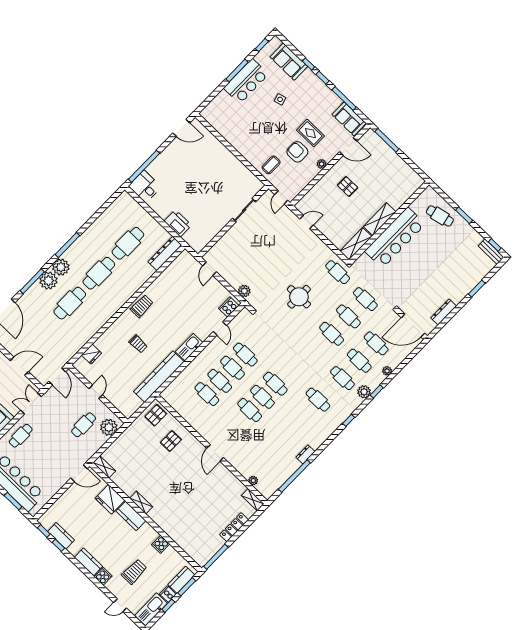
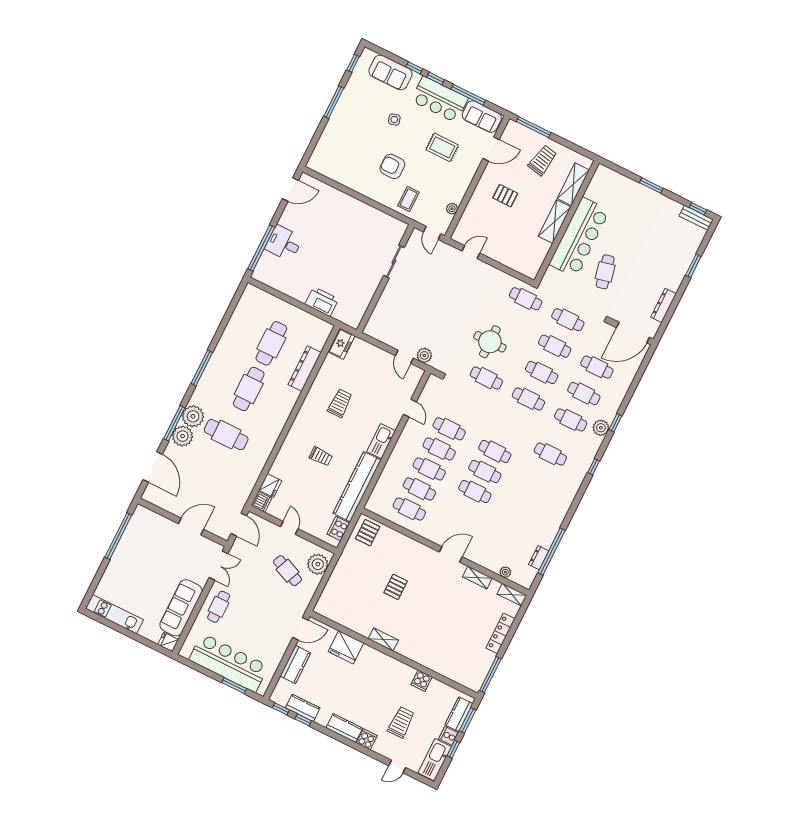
bar counter: (246, 81) -> (440, 99), moved, turned 90
armchair: (297, 152) -> (392, 166), moved
plant: (322, 164) -> (452, 209), moved
trolley: (386, 168) -> (542, 160), added
desk: (145, 187) -> (284, 243), moved
cafe table: (440, 216) -> (605, 272), moved, turned 90
shelving: (356, 244) -> (573, 184), moved
dresser: (165, 253) -> (305, 368), moved
freezer: (183, 261) -> (341, 344), added
plant: (61, 267) -> (183, 436), moved
door: (210, 269) -> (404, 357), moved
cafe table: (70, 303) -> (226, 435), turned 90
trolley: (142, 306) -> (340, 403), moved
cooker: (229, 307) -> (338, 529), moved
cafe table: (287, 324) -> (486, 378), added
cafe table: (315, 351) -> (528, 399), added
dishwasher: (80, 365) -> (262, 502), added
plant: (387, 371) -> (620, 395), removed
double door: (31, 403) -> (219, 565), swing flipped
cafe table: (194, 407) -> (409, 509), added
cafe table: (84, 425) -> (288, 571), turned -67
pallet: (171, 441) -> (396, 587), moved
door: (215, 453) -> (451, 554), swing flipped
dresser: (305, 454) -> (539, 558), moved
shelving: (104, 467) -> (477, 577), moved
kitchen counter: (131, 516) -> (295, 664), moved, turned -90

